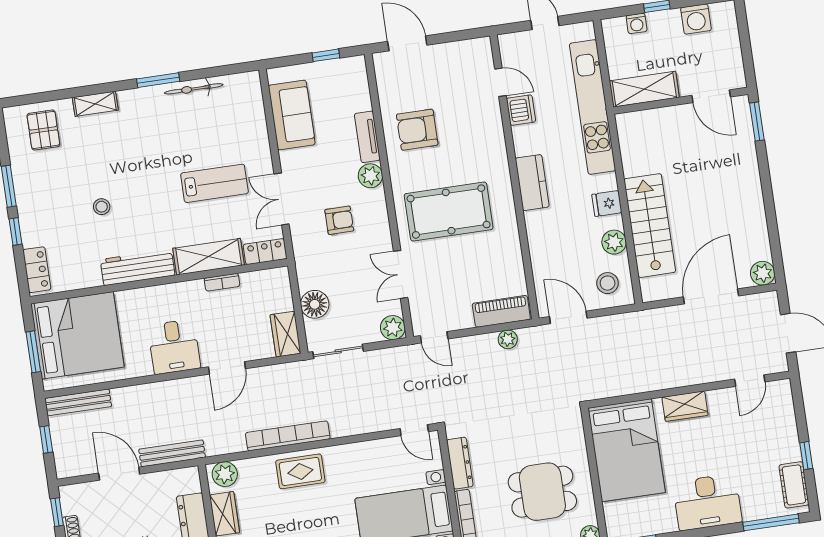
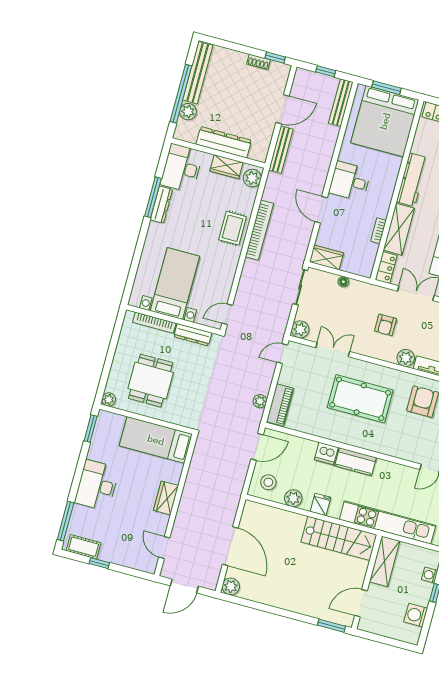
dishwasher: (521, 110) -> (326, 453), moved
pool table: (449, 212) -> (360, 399), turned 90
stairs: (650, 226) -> (339, 538), moved
floor lamp: (315, 304) -> (343, 282), width x0.53, depth x0.53
bed: (627, 450) -> (156, 440), width x0.67

